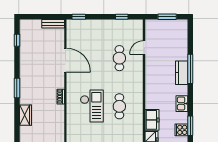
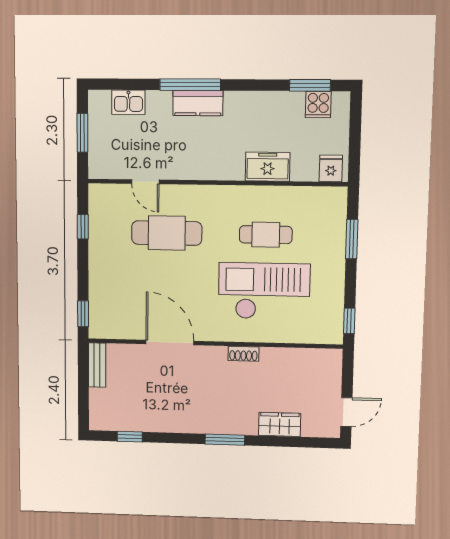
cafe table: (119, 58) -> (167, 233), width x1.37, depth x1.35
door: (65, 60) -> (170, 342), hinge flipped
kitchen sink: (182, 104) -> (128, 102), moved
checkout: (92, 106) -> (264, 291), width x1.36, depth x1.21
freezer: (152, 120) -> (268, 167), moved

